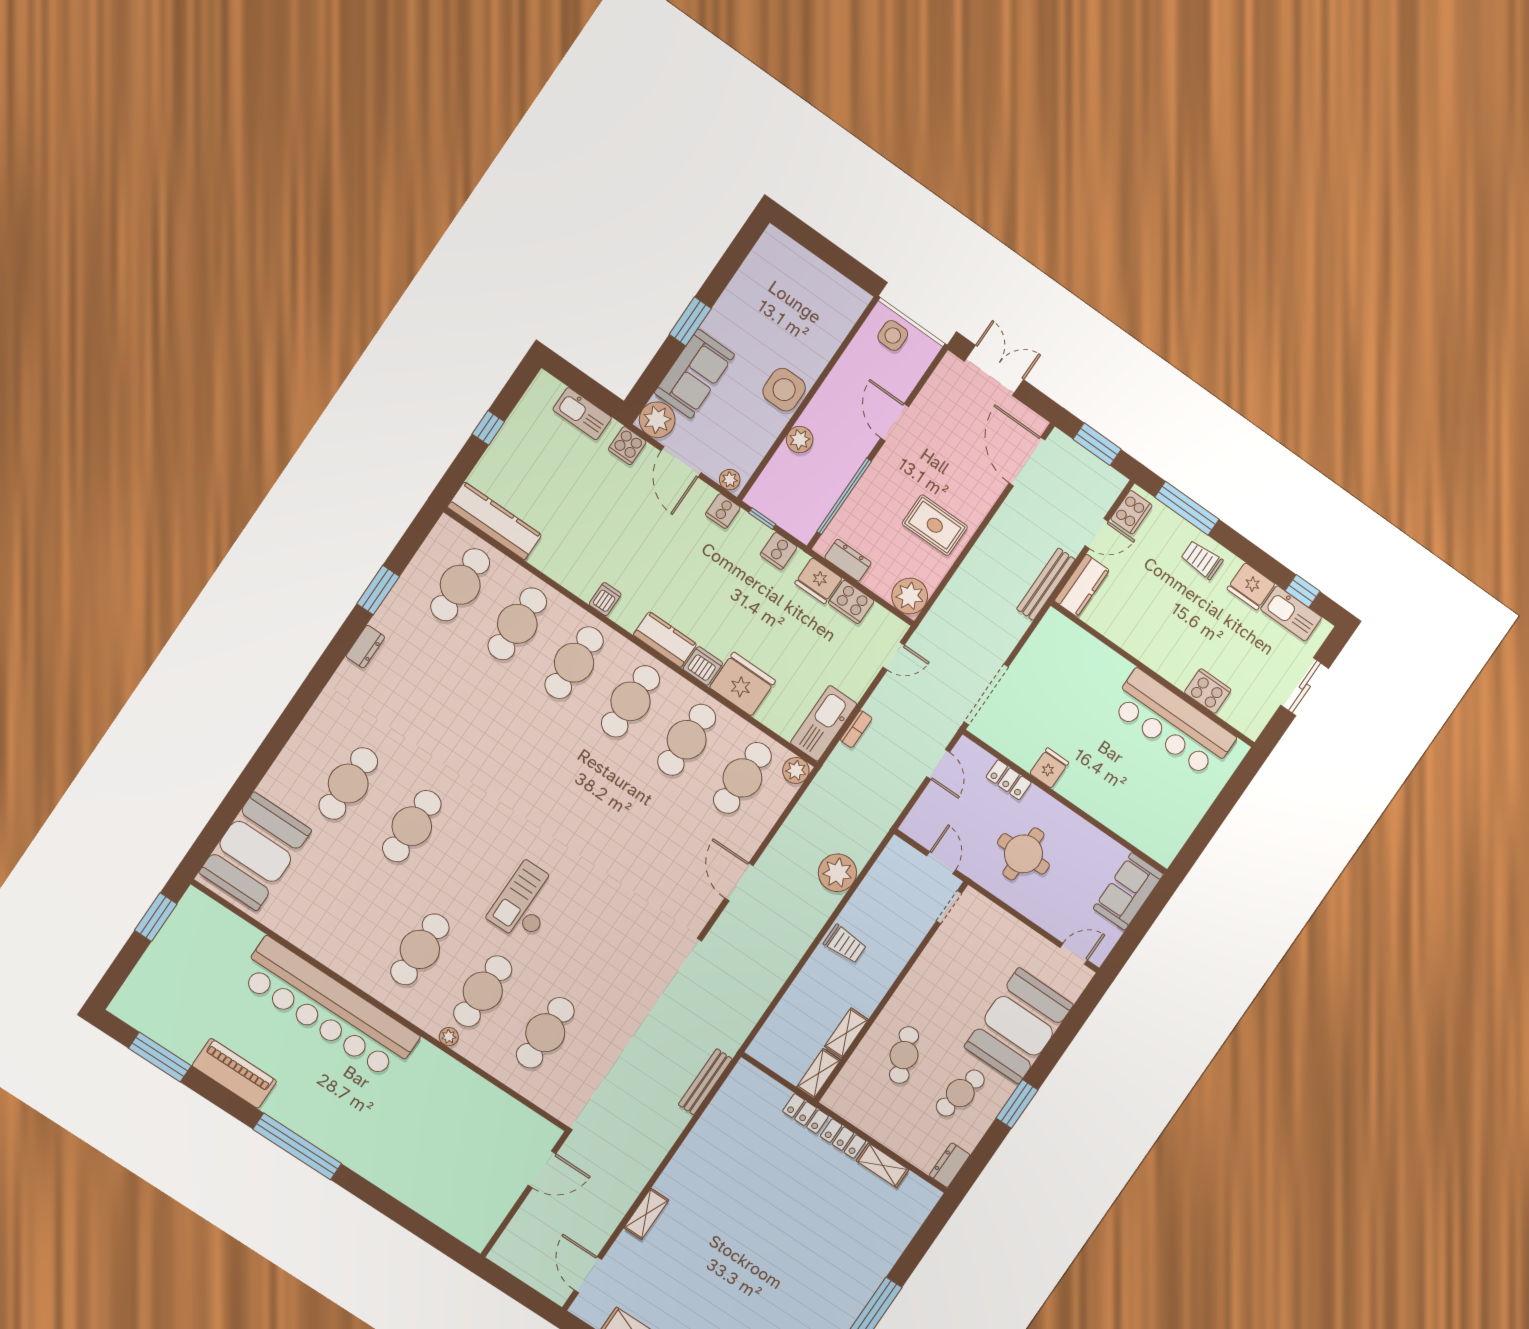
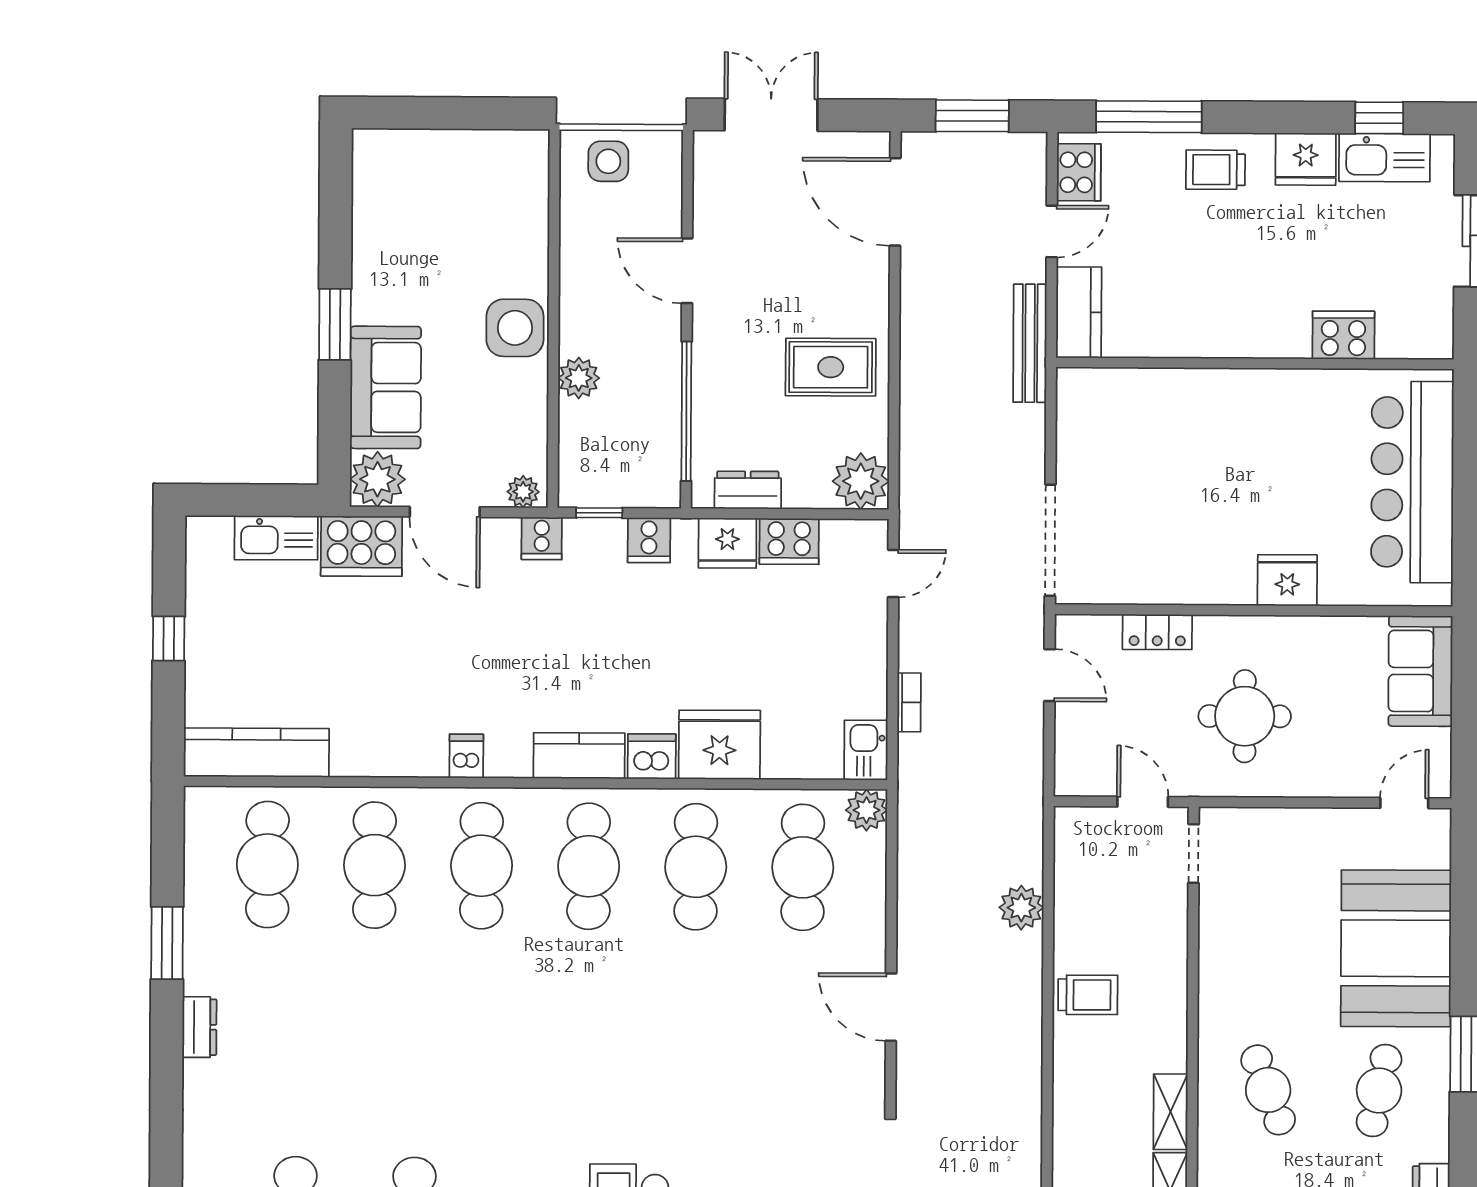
cooker: (627, 446) -> (361, 546), width x1.87, depth x1.31
kitchen sink: (824, 723) -> (866, 750), width x0.53, depth x0.81
bar counter: (1173, 723) -> (1412, 482), moved, turned 90
fridge: (1049, 768) -> (1287, 580), moved, width x1.38
plant: (837, 873) -> (1021, 908), width x0.73, depth x0.73

